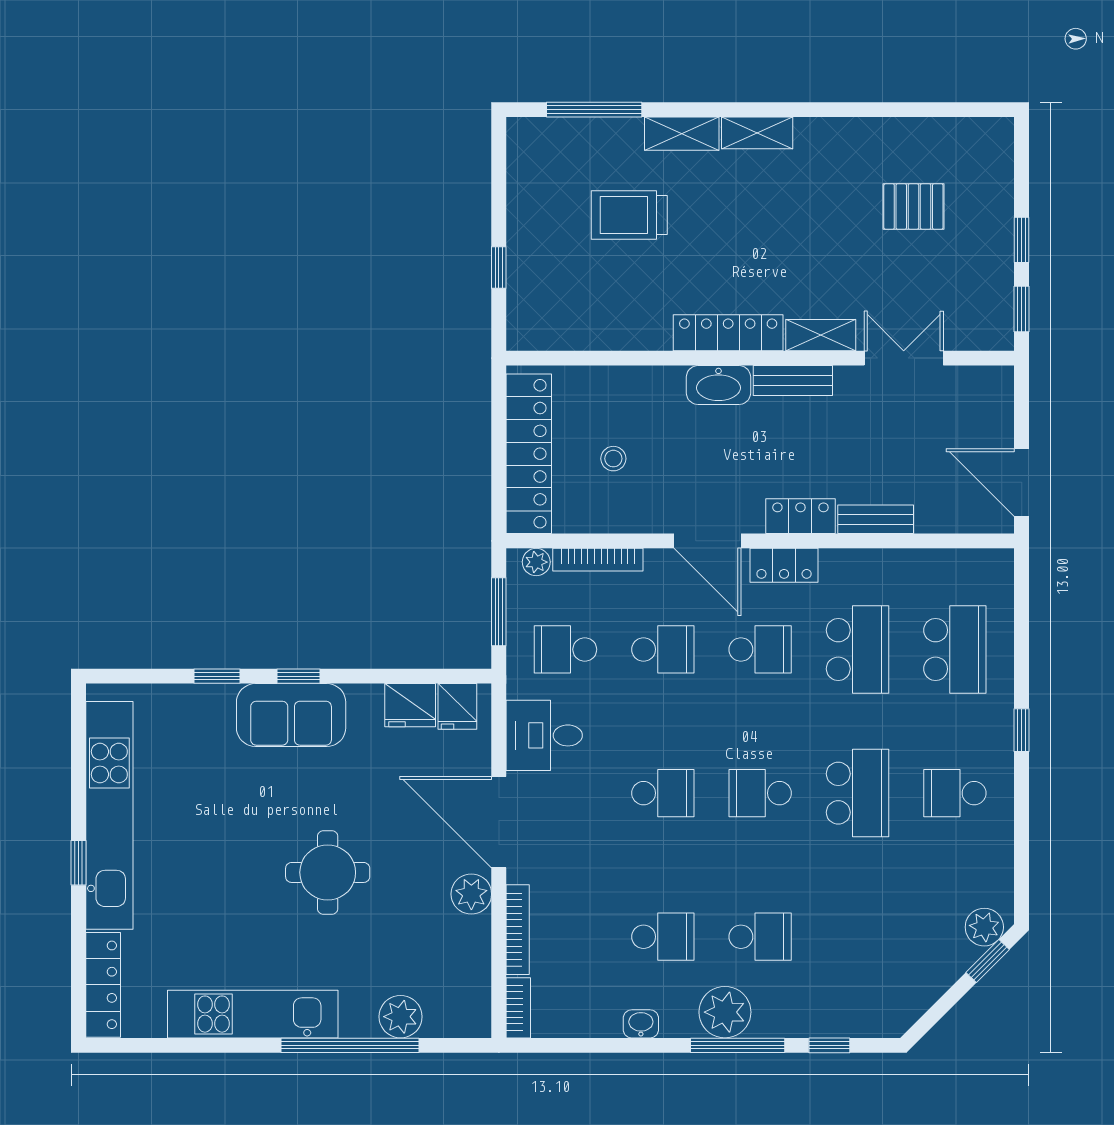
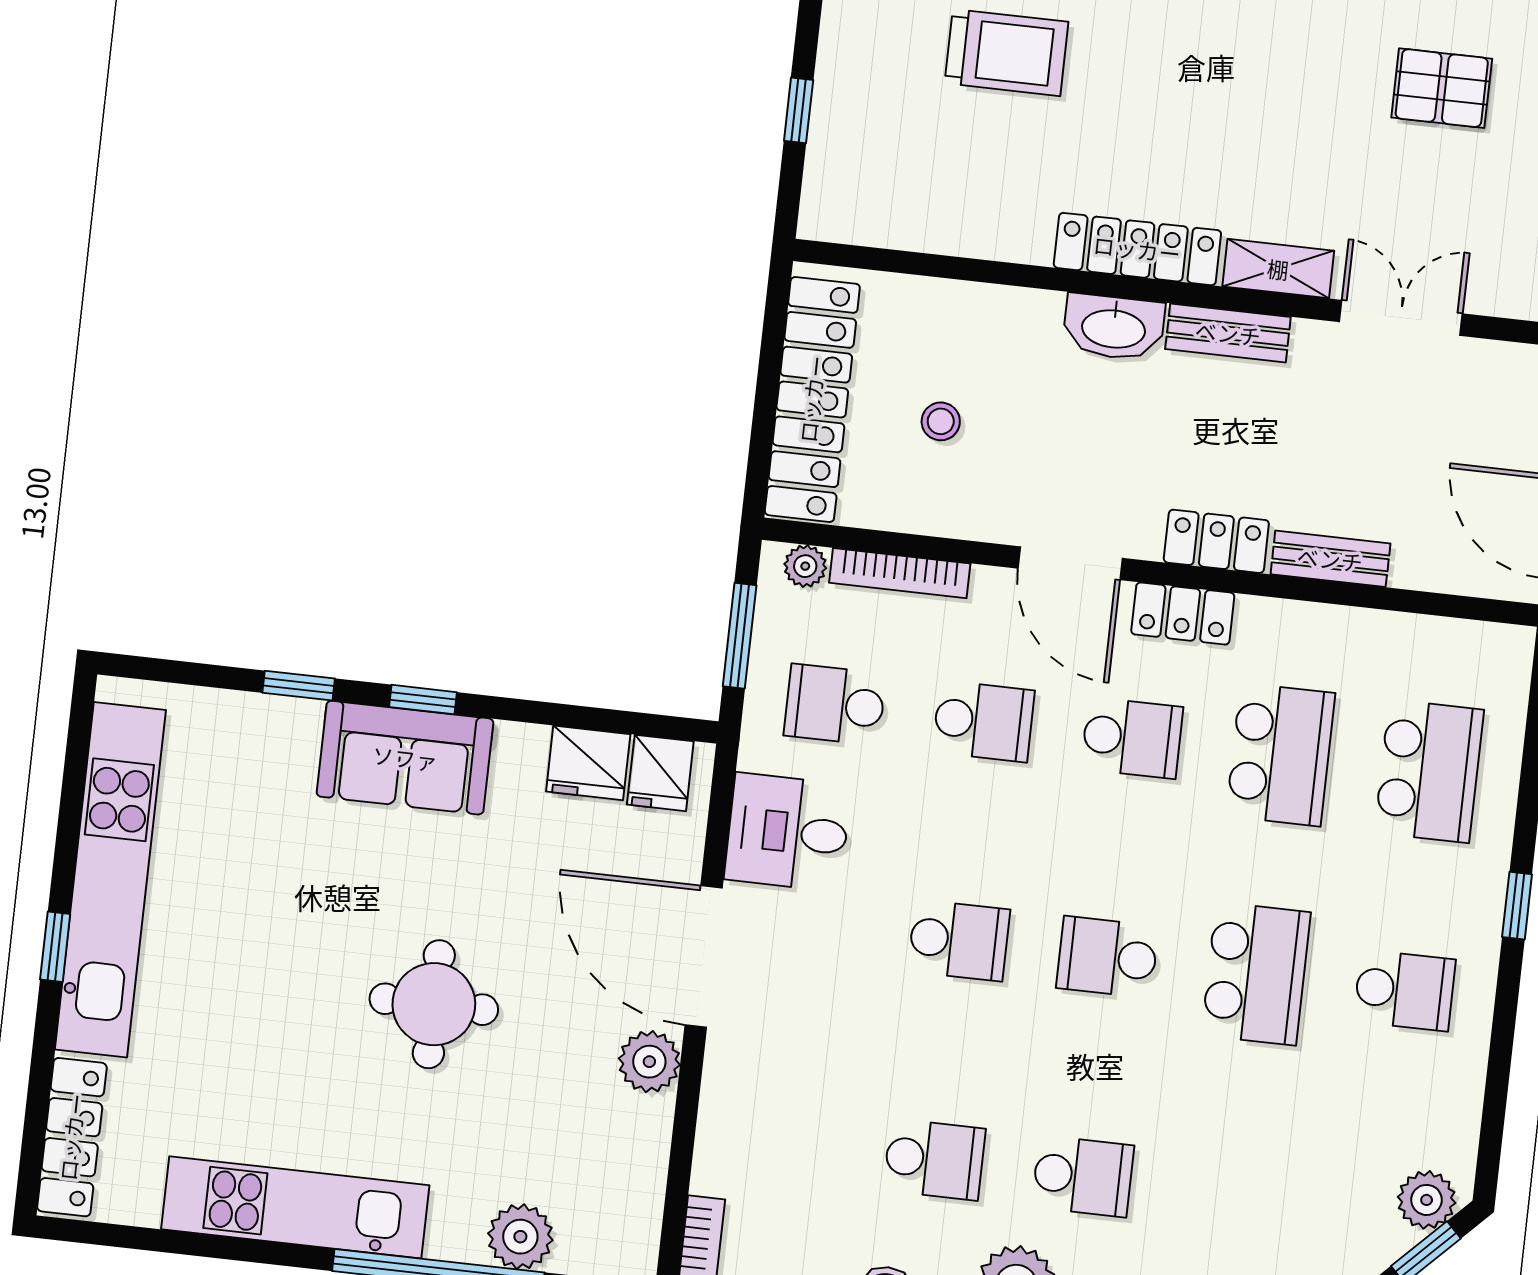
trolley: (629, 215) -> (1007, 53), turned 180
school desk: (955, 793) -> (1405, 990), turned 180
bookcase: (518, 930) -> (714, 1124), removed

